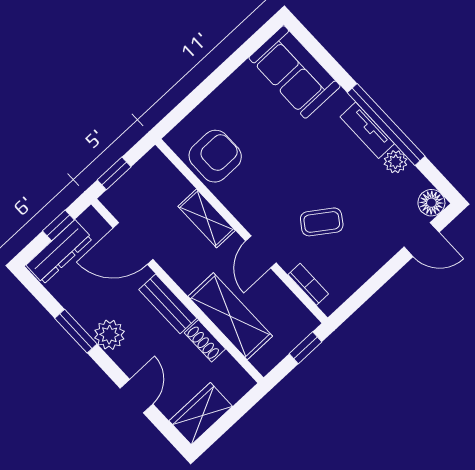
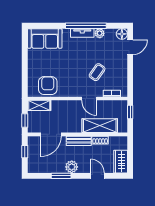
shelving: (207, 218) -> (39, 105), moved
dresser: (59, 252) -> (33, 159), removed

